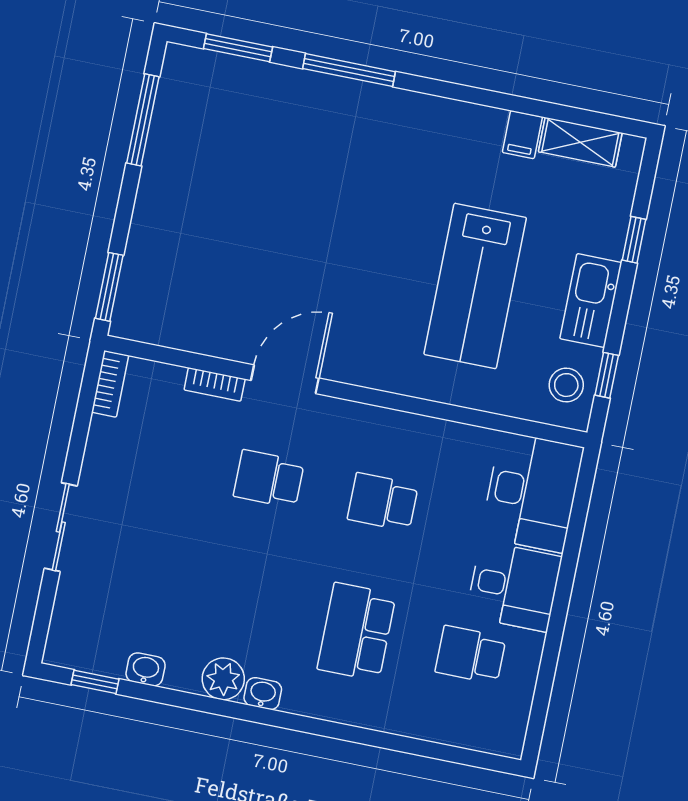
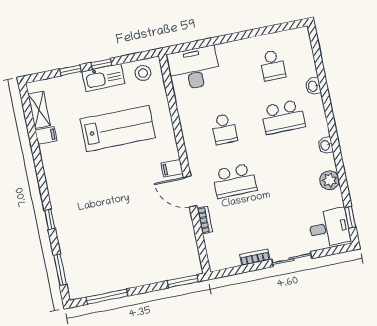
window: (349, 70) -> (50, 219), width x0.46
filing cabinet: (348, 362) -> (172, 168), added
window: (607, 375) -> (101, 64), moved
bookcase: (110, 384) -> (255, 257), moved
school desk: (269, 479) -> (235, 181), width x1.85
desk: (514, 586) -> (329, 228), moved, turned 90
washbasin: (146, 669) -> (313, 86), moved
plant: (223, 679) -> (329, 180), moved

